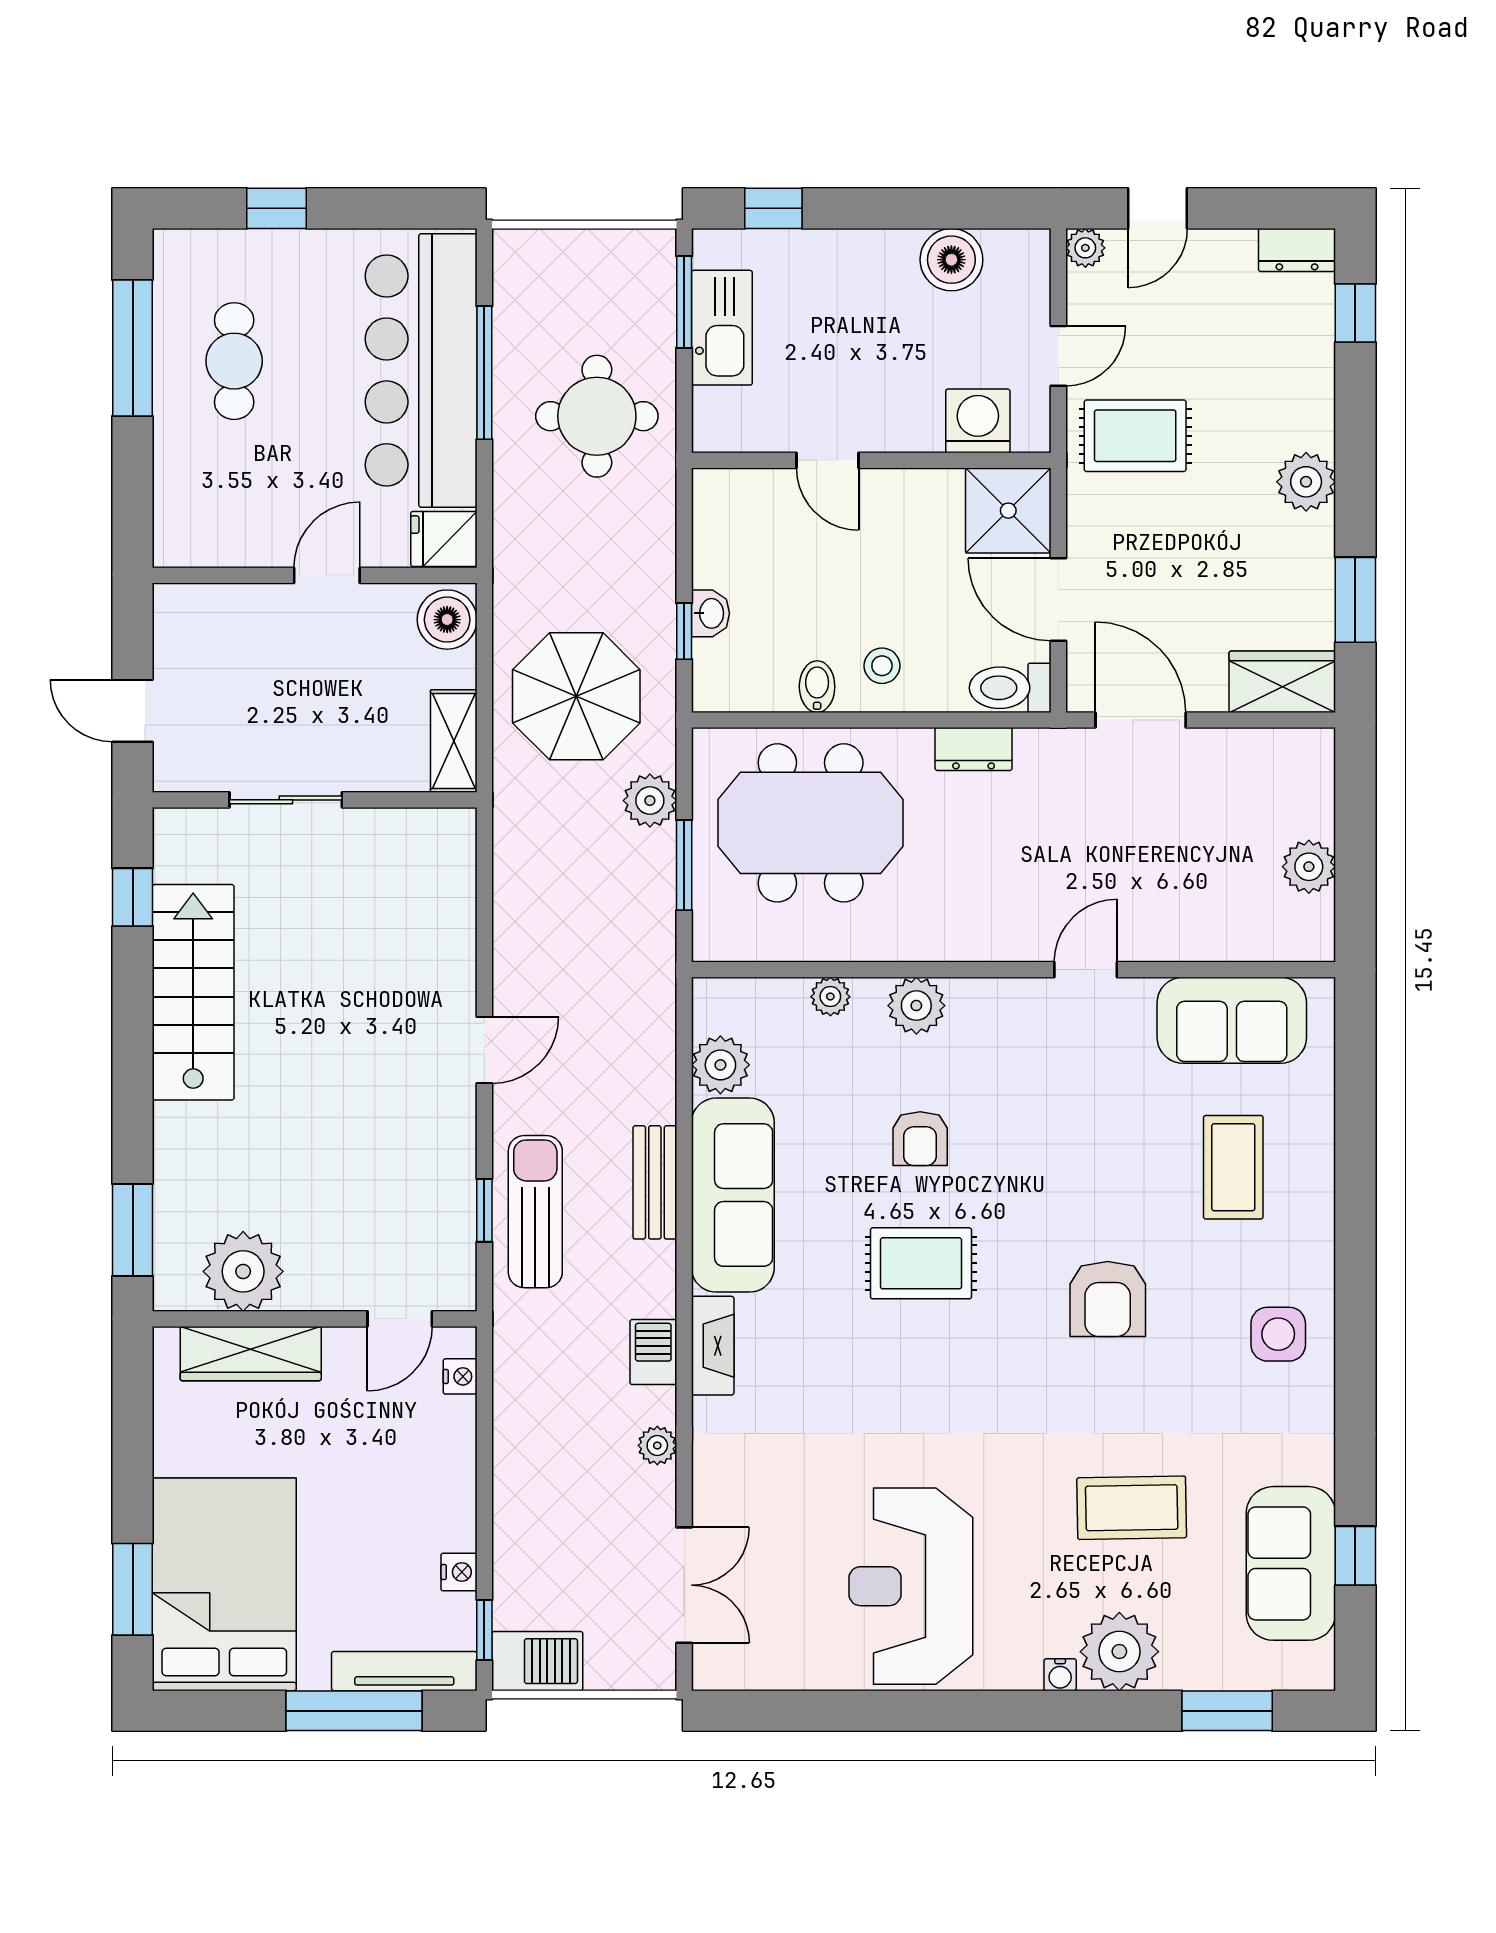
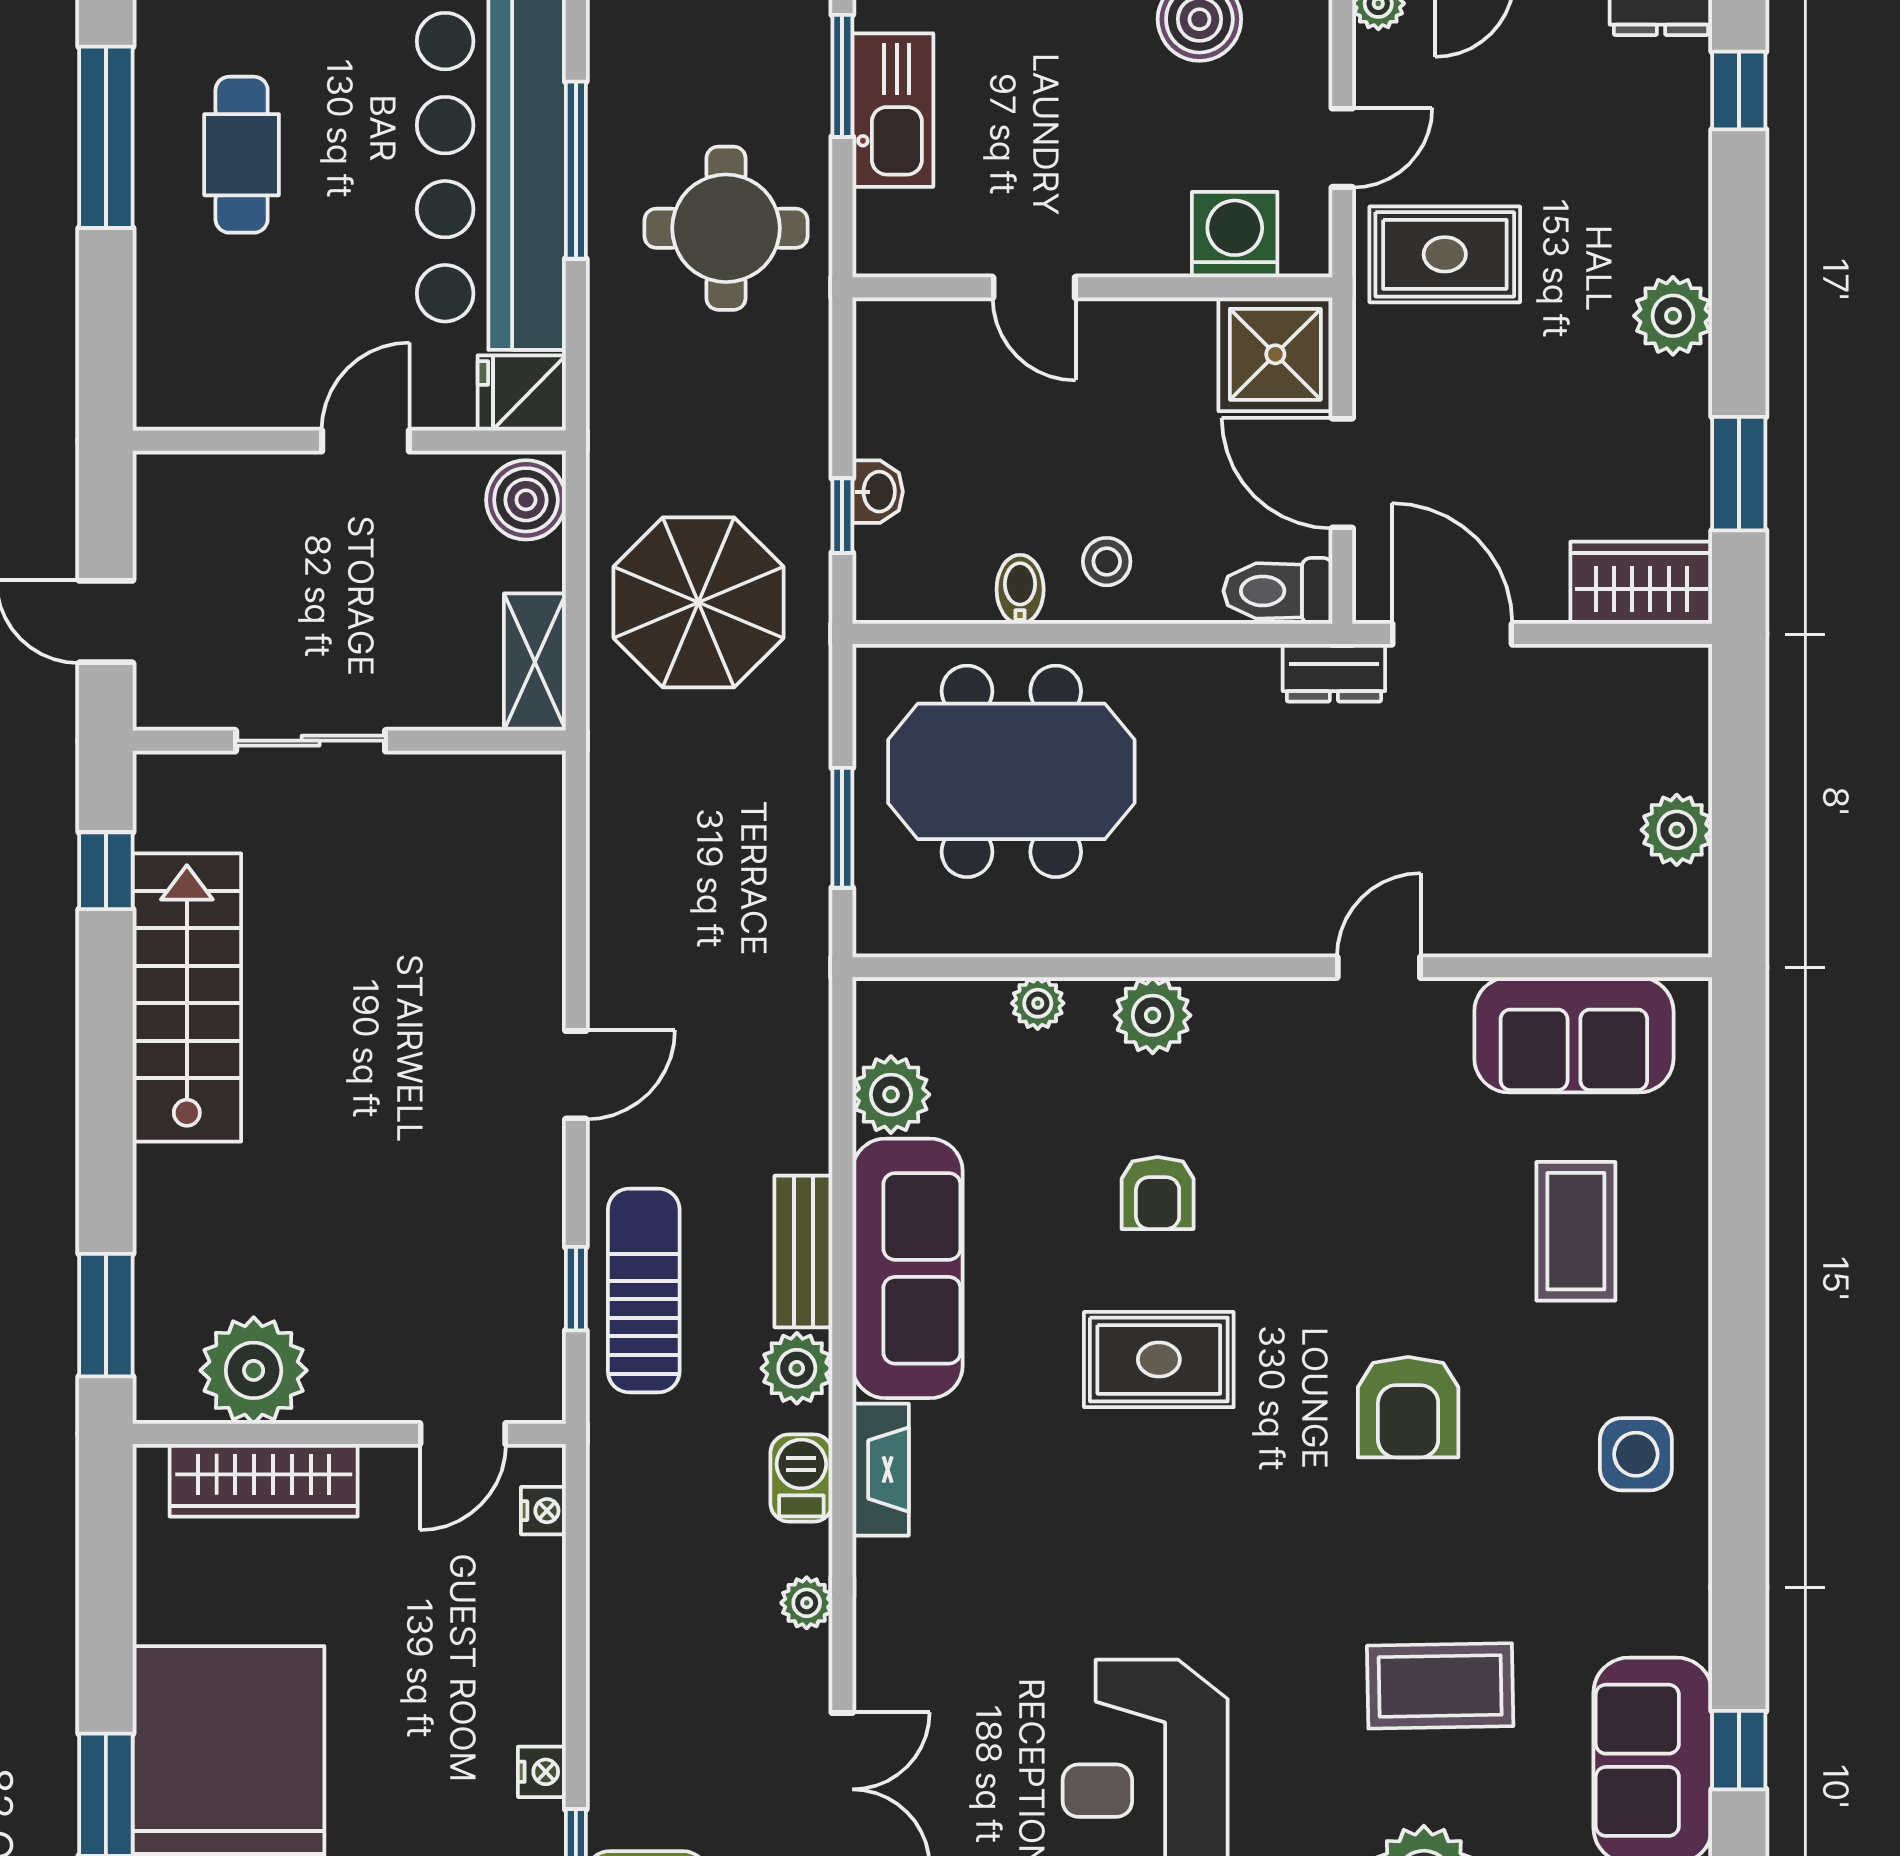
dresser: (974, 749) -> (1334, 673), moved
plant: (650, 801) -> (797, 1368), moved

